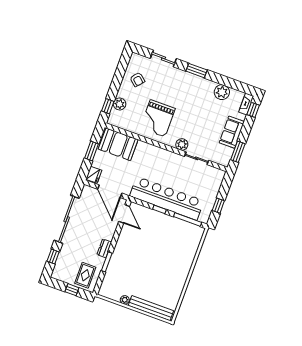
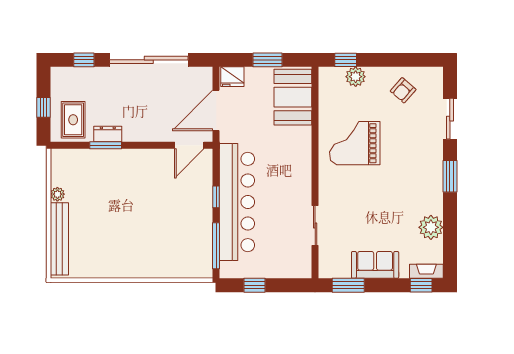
plant: (182, 144) -> (328, 195), removed
dresser: (104, 248) -> (108, 134), moved
rug: (85, 275) -> (73, 120), turned 90

